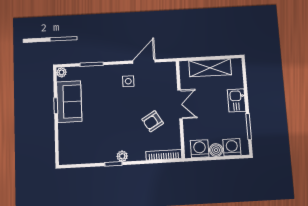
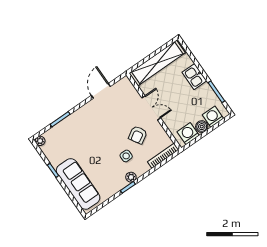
shelving: (210, 68) -> (157, 63), width x1.47
side table: (128, 81) -> (126, 156), moved
sofa: (69, 102) -> (78, 184), moved, width x1.36

